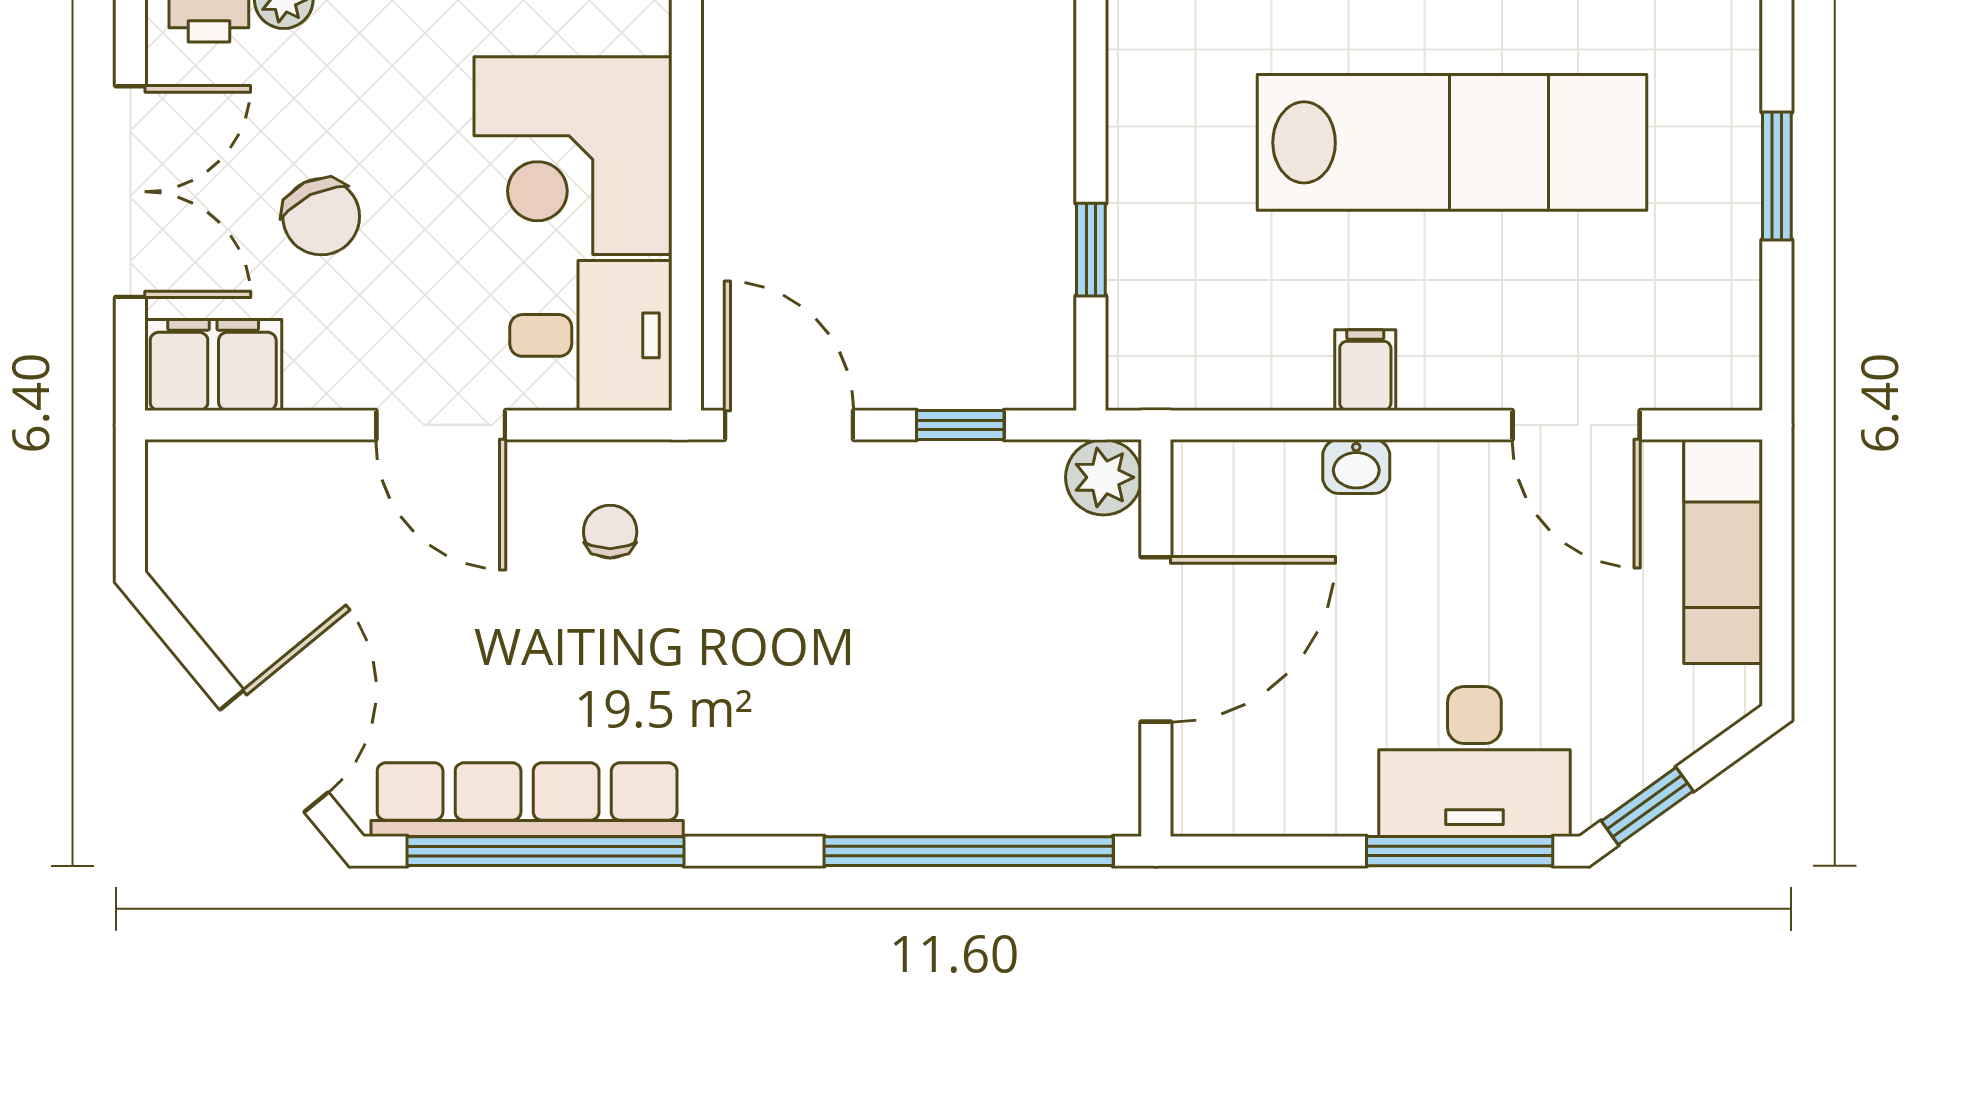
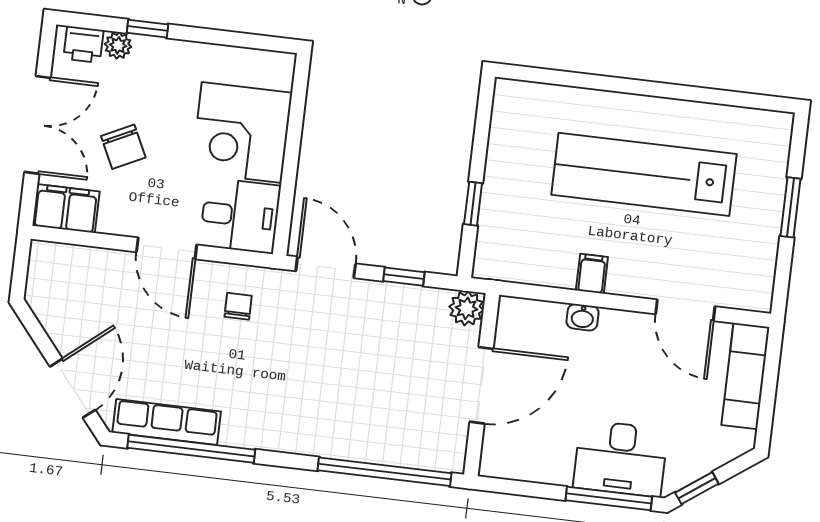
lab bench: (1452, 142) -> (644, 174), turned 180
row of seats: (527, 800) -> (167, 422), width x0.73

